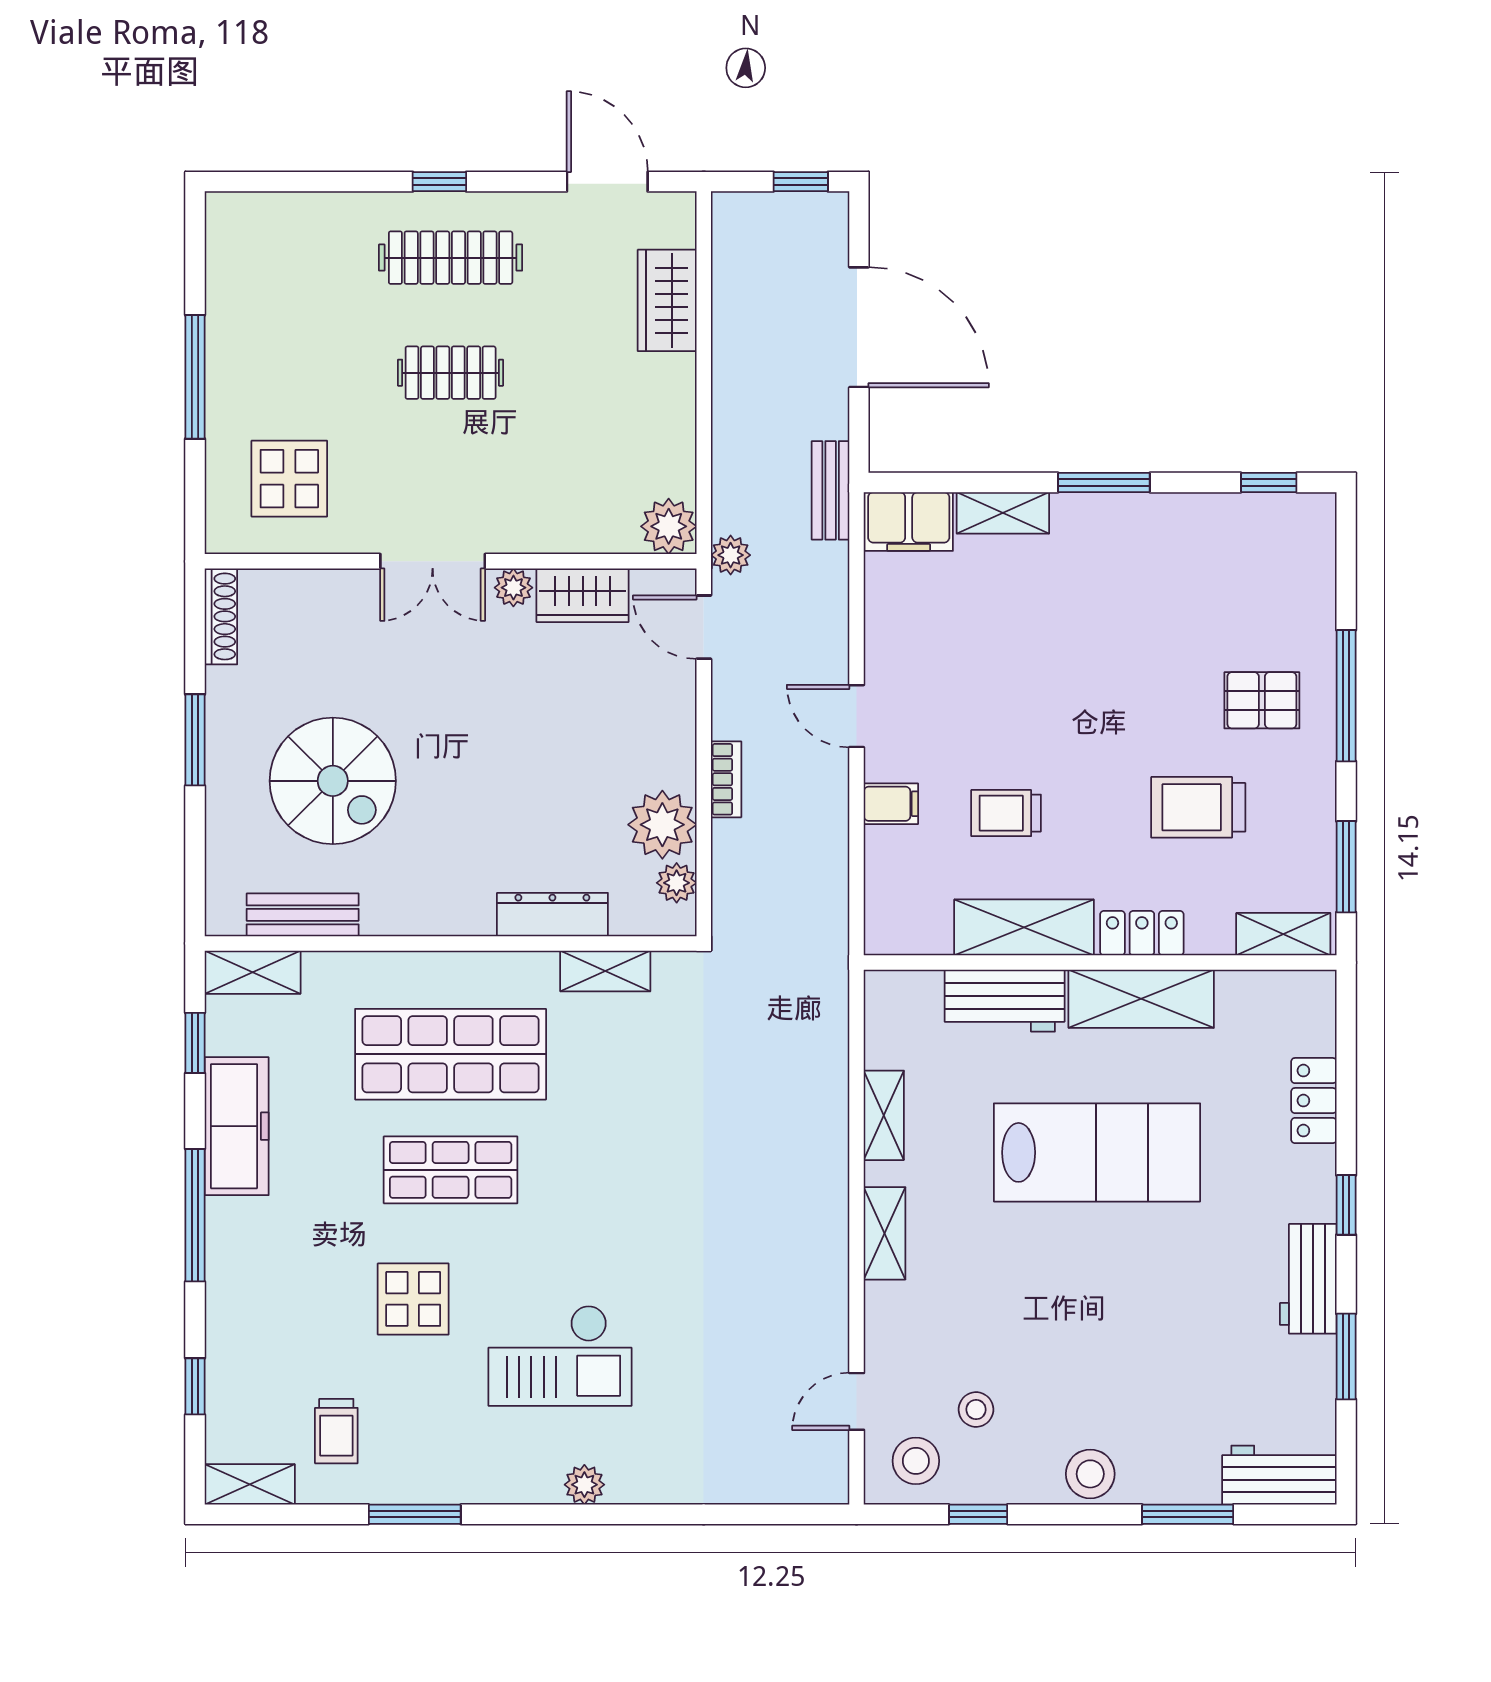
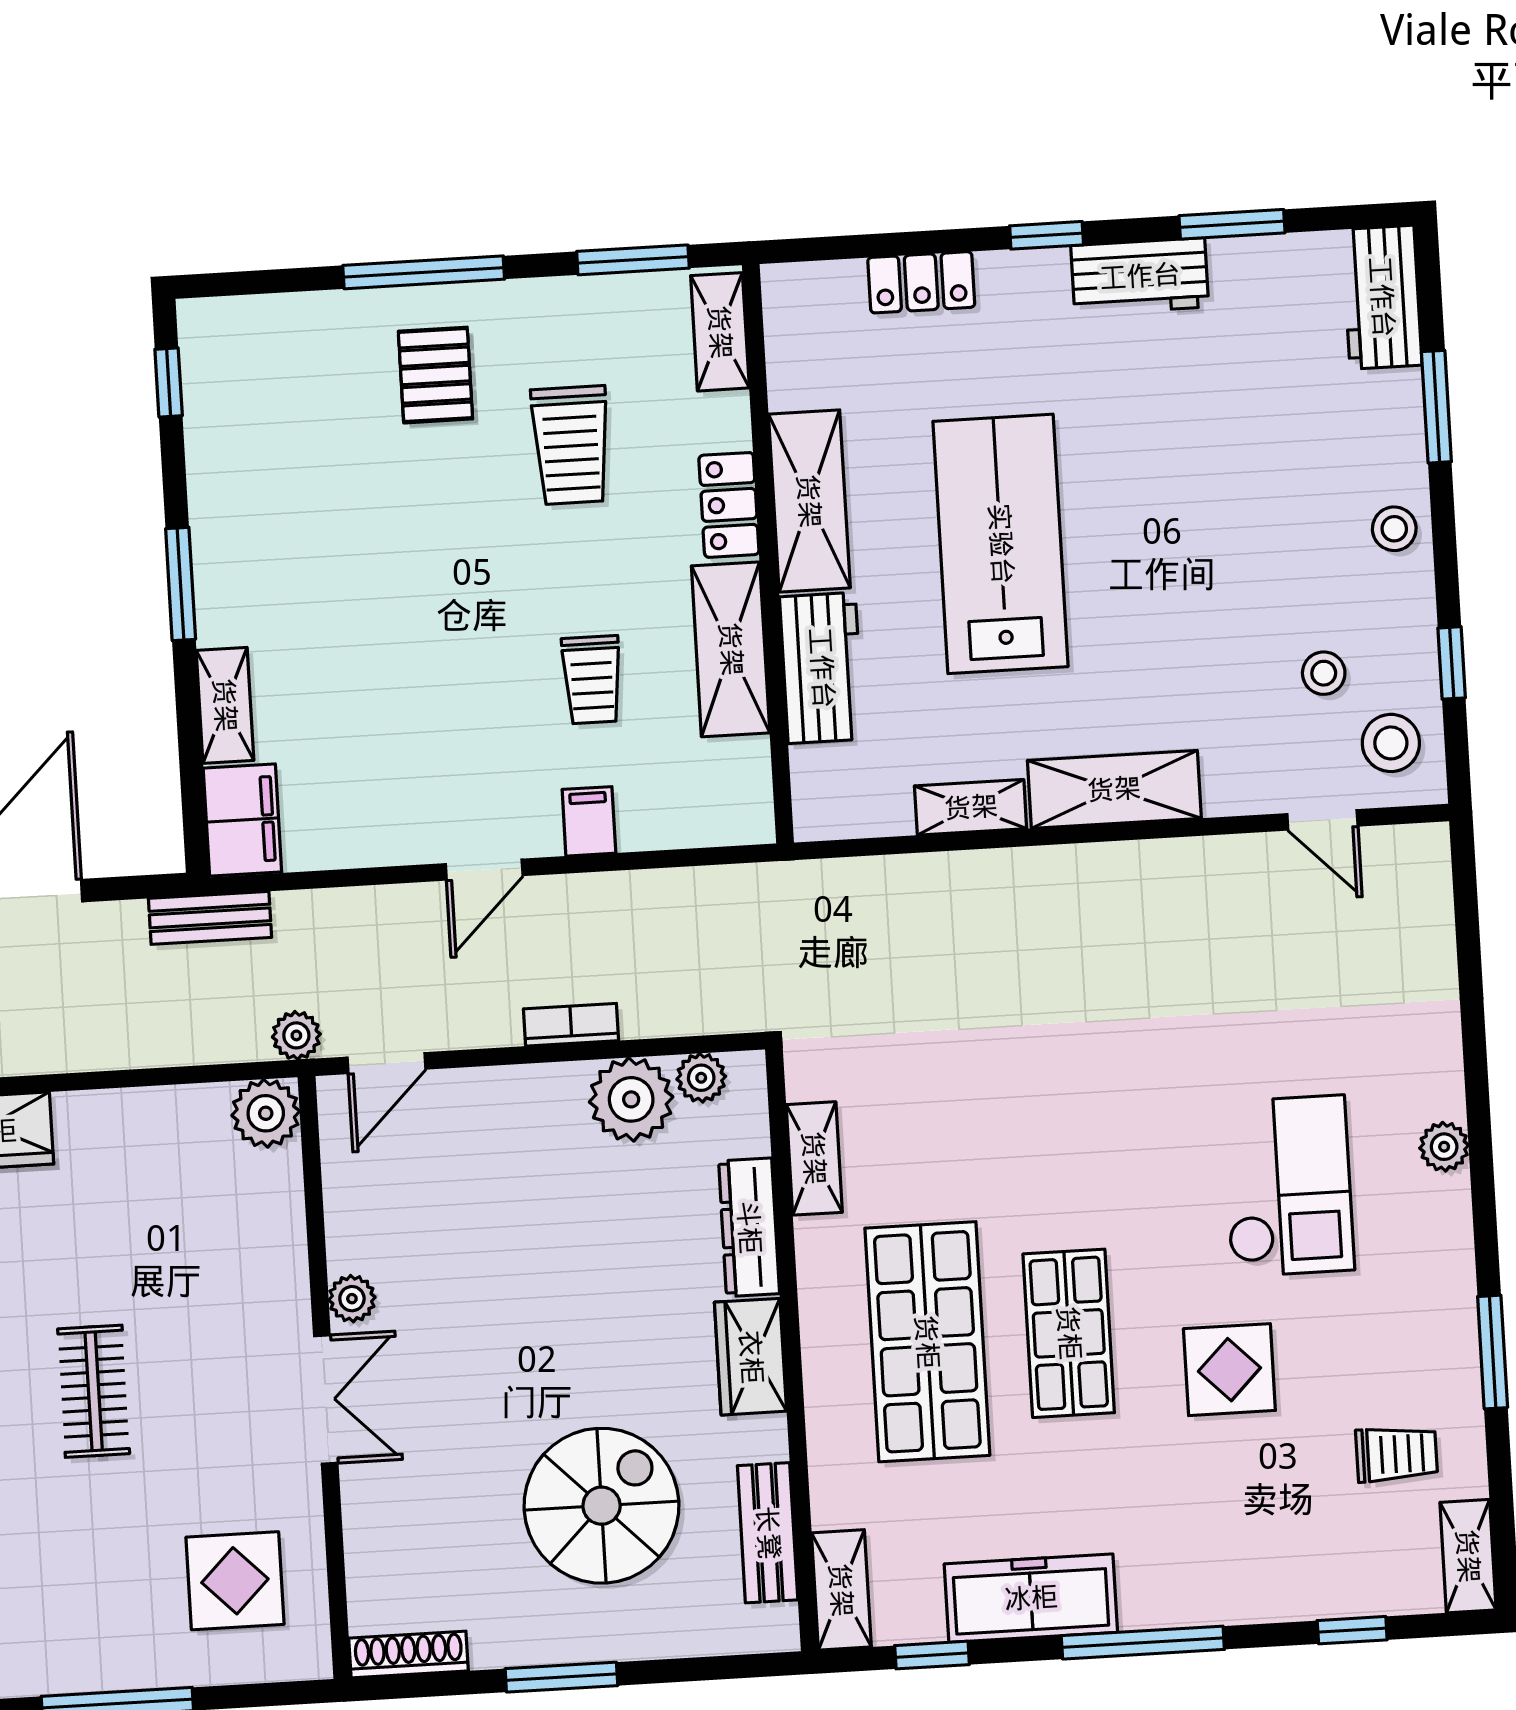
wardrobe: (583, 595) -> (751, 1357), moved, turned 180
shelving: (885, 1233) -> (1114, 789), width x1.50, depth x1.33
stool: (1090, 1474) -> (1394, 529), width x0.73, depth x0.73

